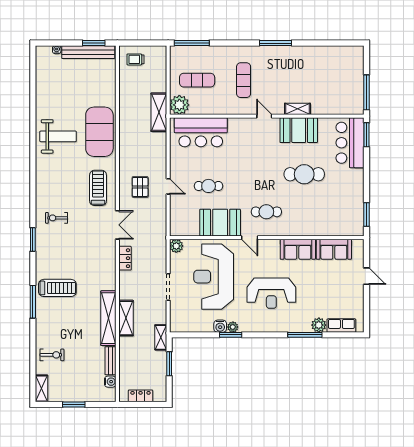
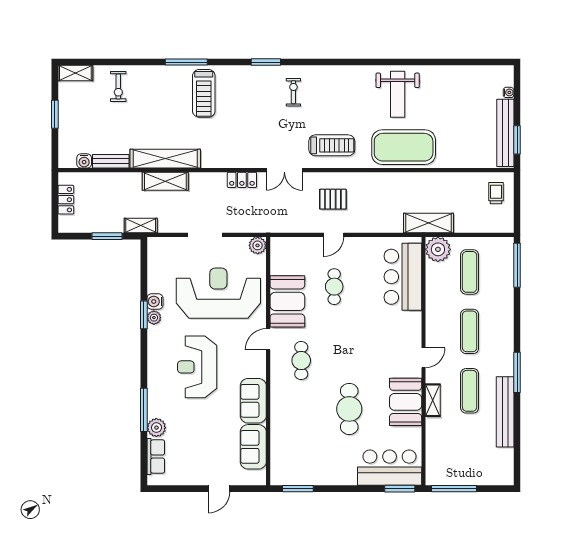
bench: (307, 52) -> (505, 412), added
exercise mat: (244, 80) -> (470, 331), turned 90
exercise mat: (290, 80) -> (470, 391), added

